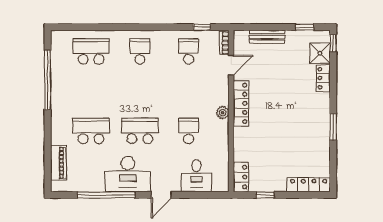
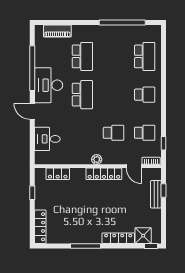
window: (305, 27) -> (164, 191), moved
locker: (323, 78) -> (118, 238), width x1.53
window: (333, 127) -> (85, 246), width x1.44
school desk: (189, 131) -> (114, 133), moved
locker: (241, 177) -> (58, 174), moved

